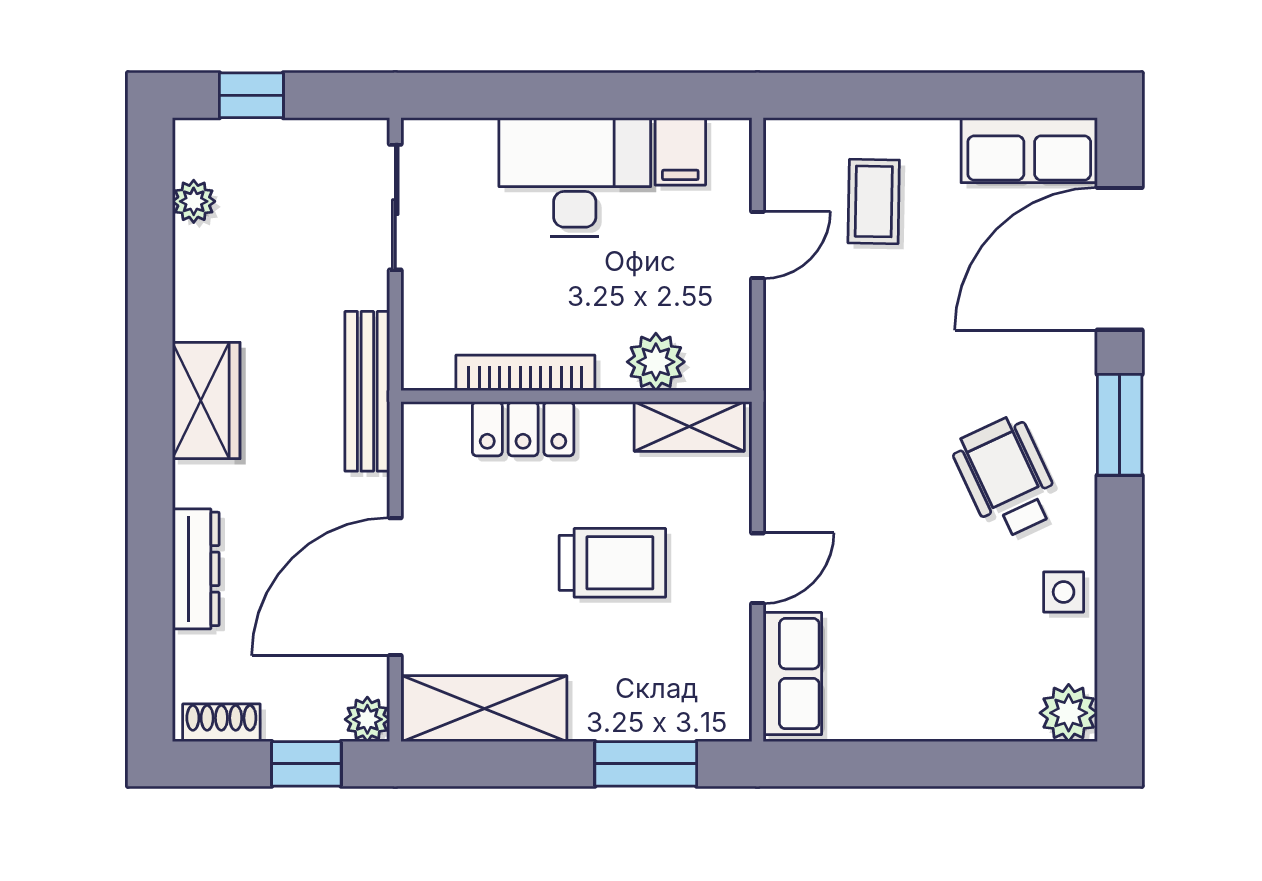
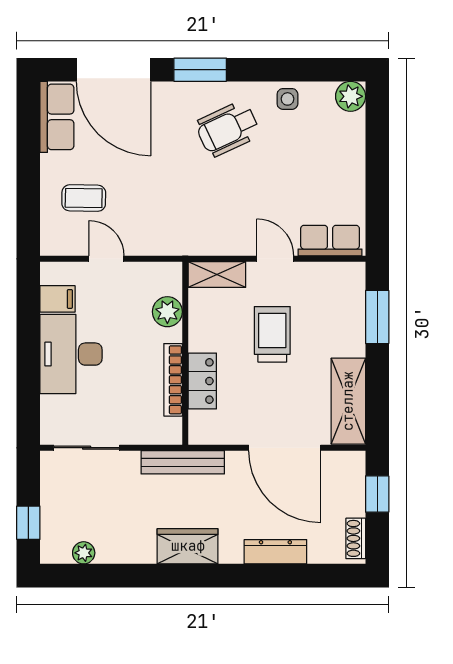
shelving: (689, 427) -> (217, 275), moved, turned 90
plant: (367, 719) -> (354, 462), removed

